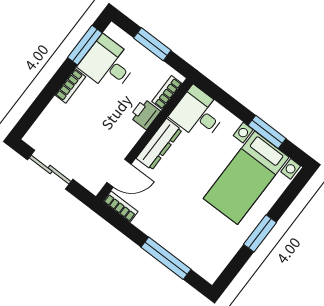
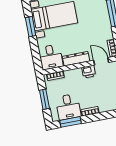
printer: (145, 114) -> (89, 72), moved

